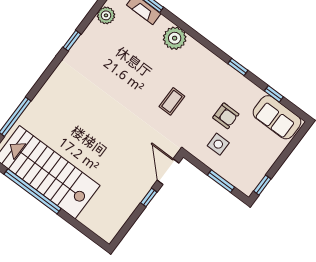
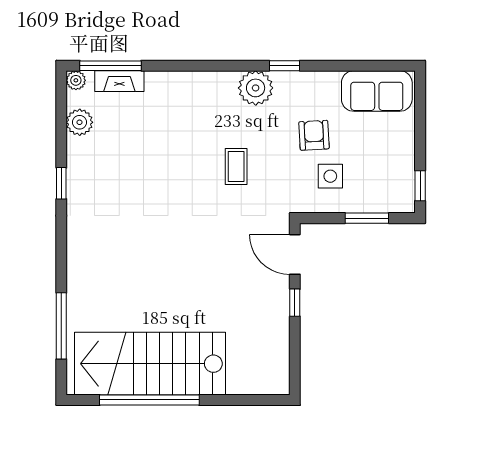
plant: (175, 38) -> (256, 88), moved
window: (274, 94) -> (352, 66), removed
armchair: (226, 116) -> (314, 135), turned -93

